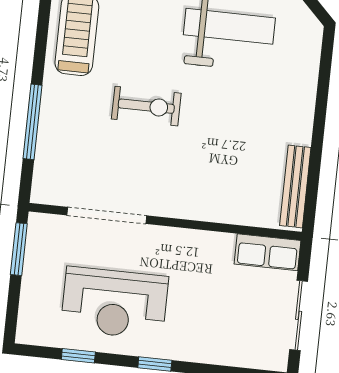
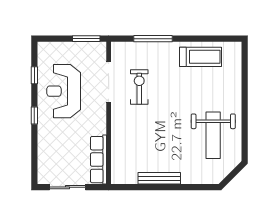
exercise bike: (146, 106) -> (139, 87), moved, turned 180
bench: (295, 186) -> (159, 178), moved
row of seats: (268, 252) -> (98, 160), width x1.48

